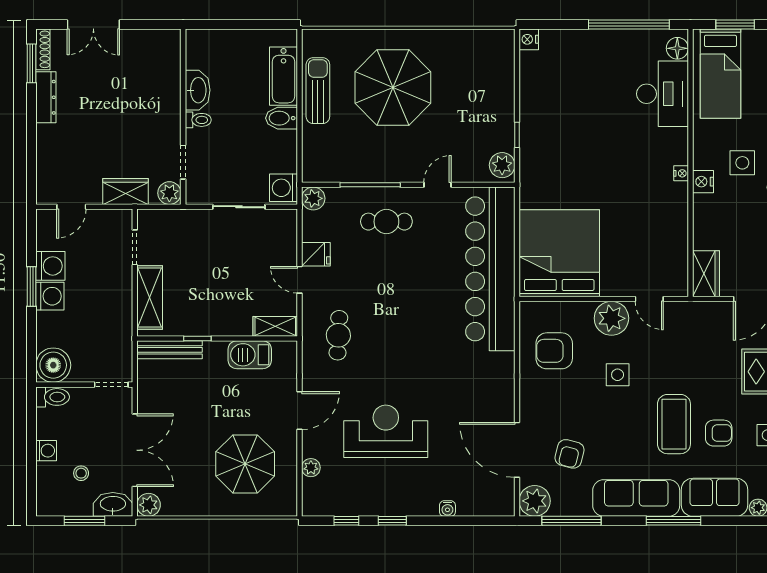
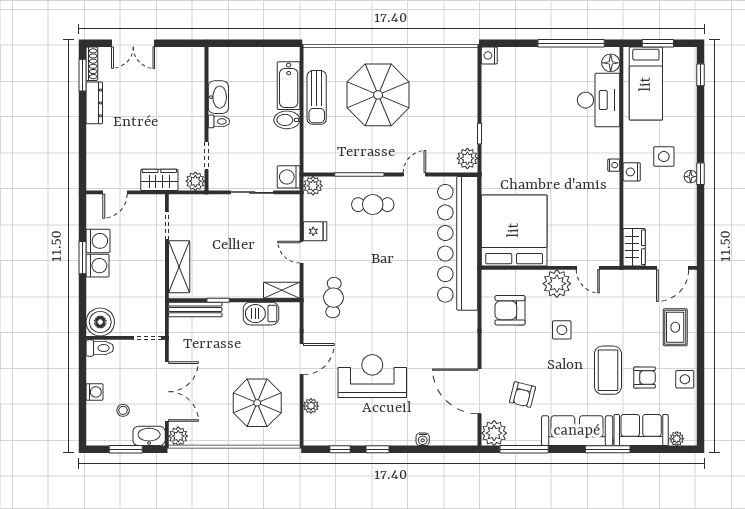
sun lounger: (318, 91) -> (317, 97), turned 180

